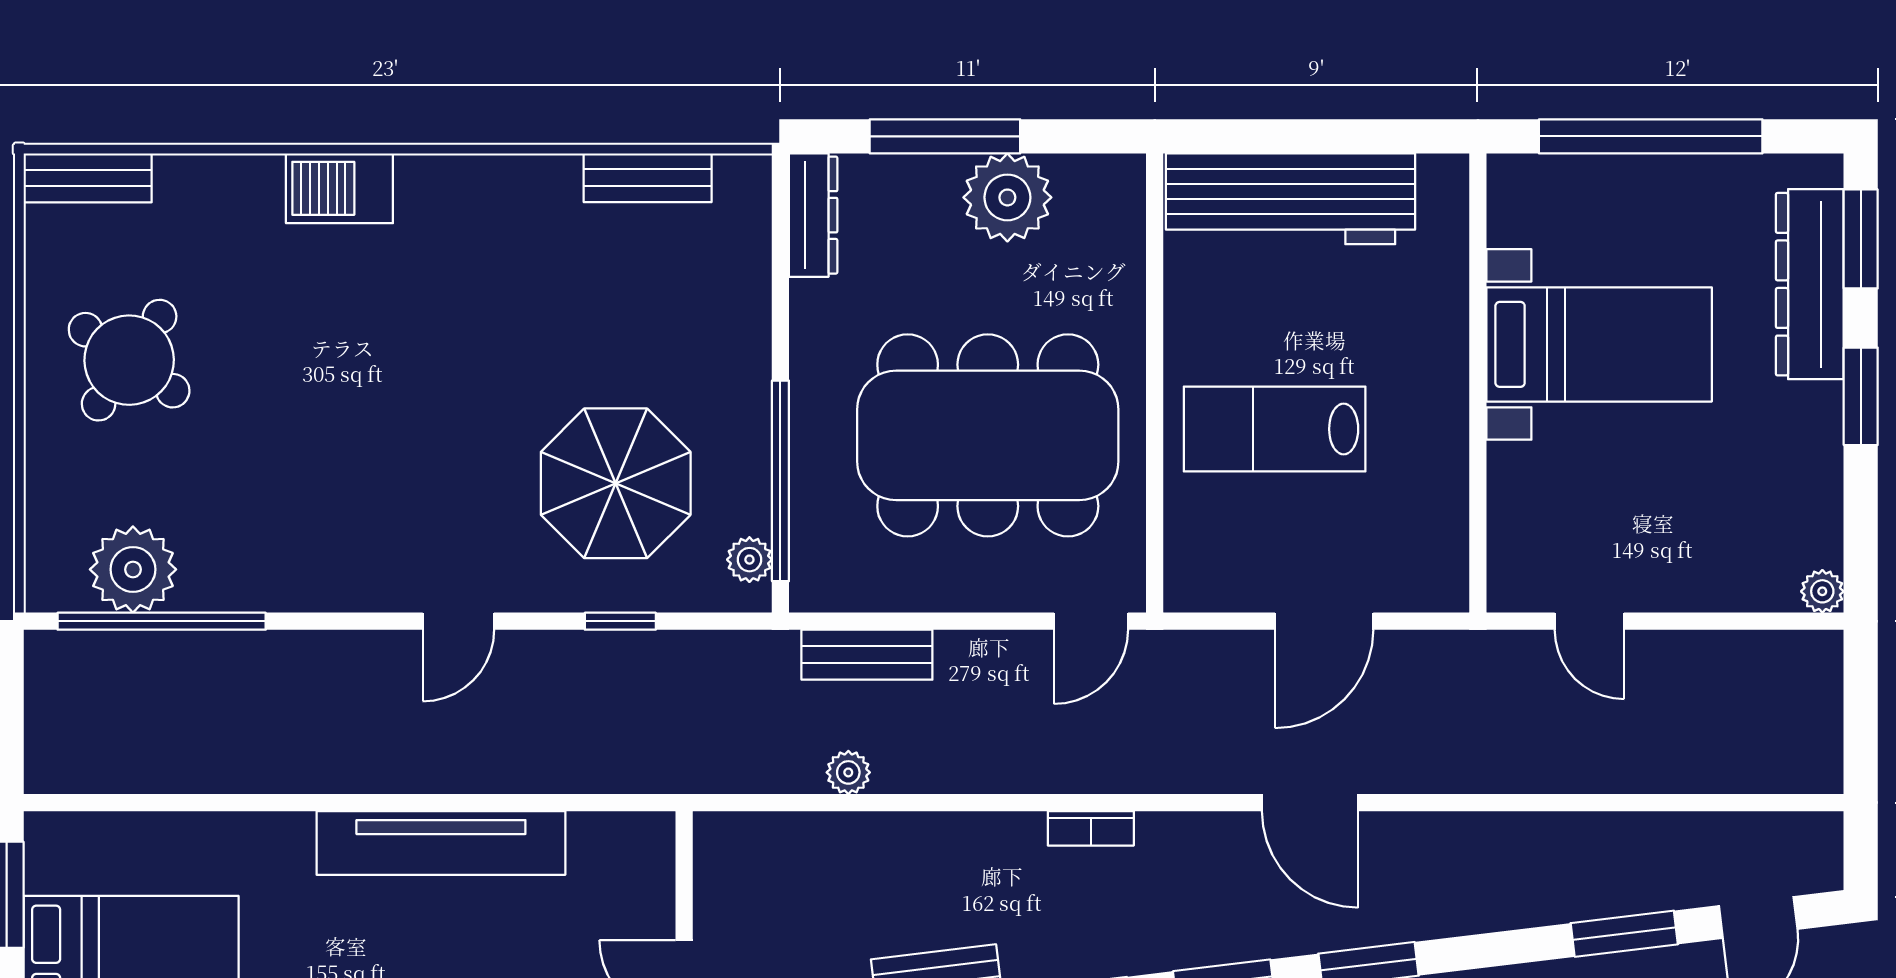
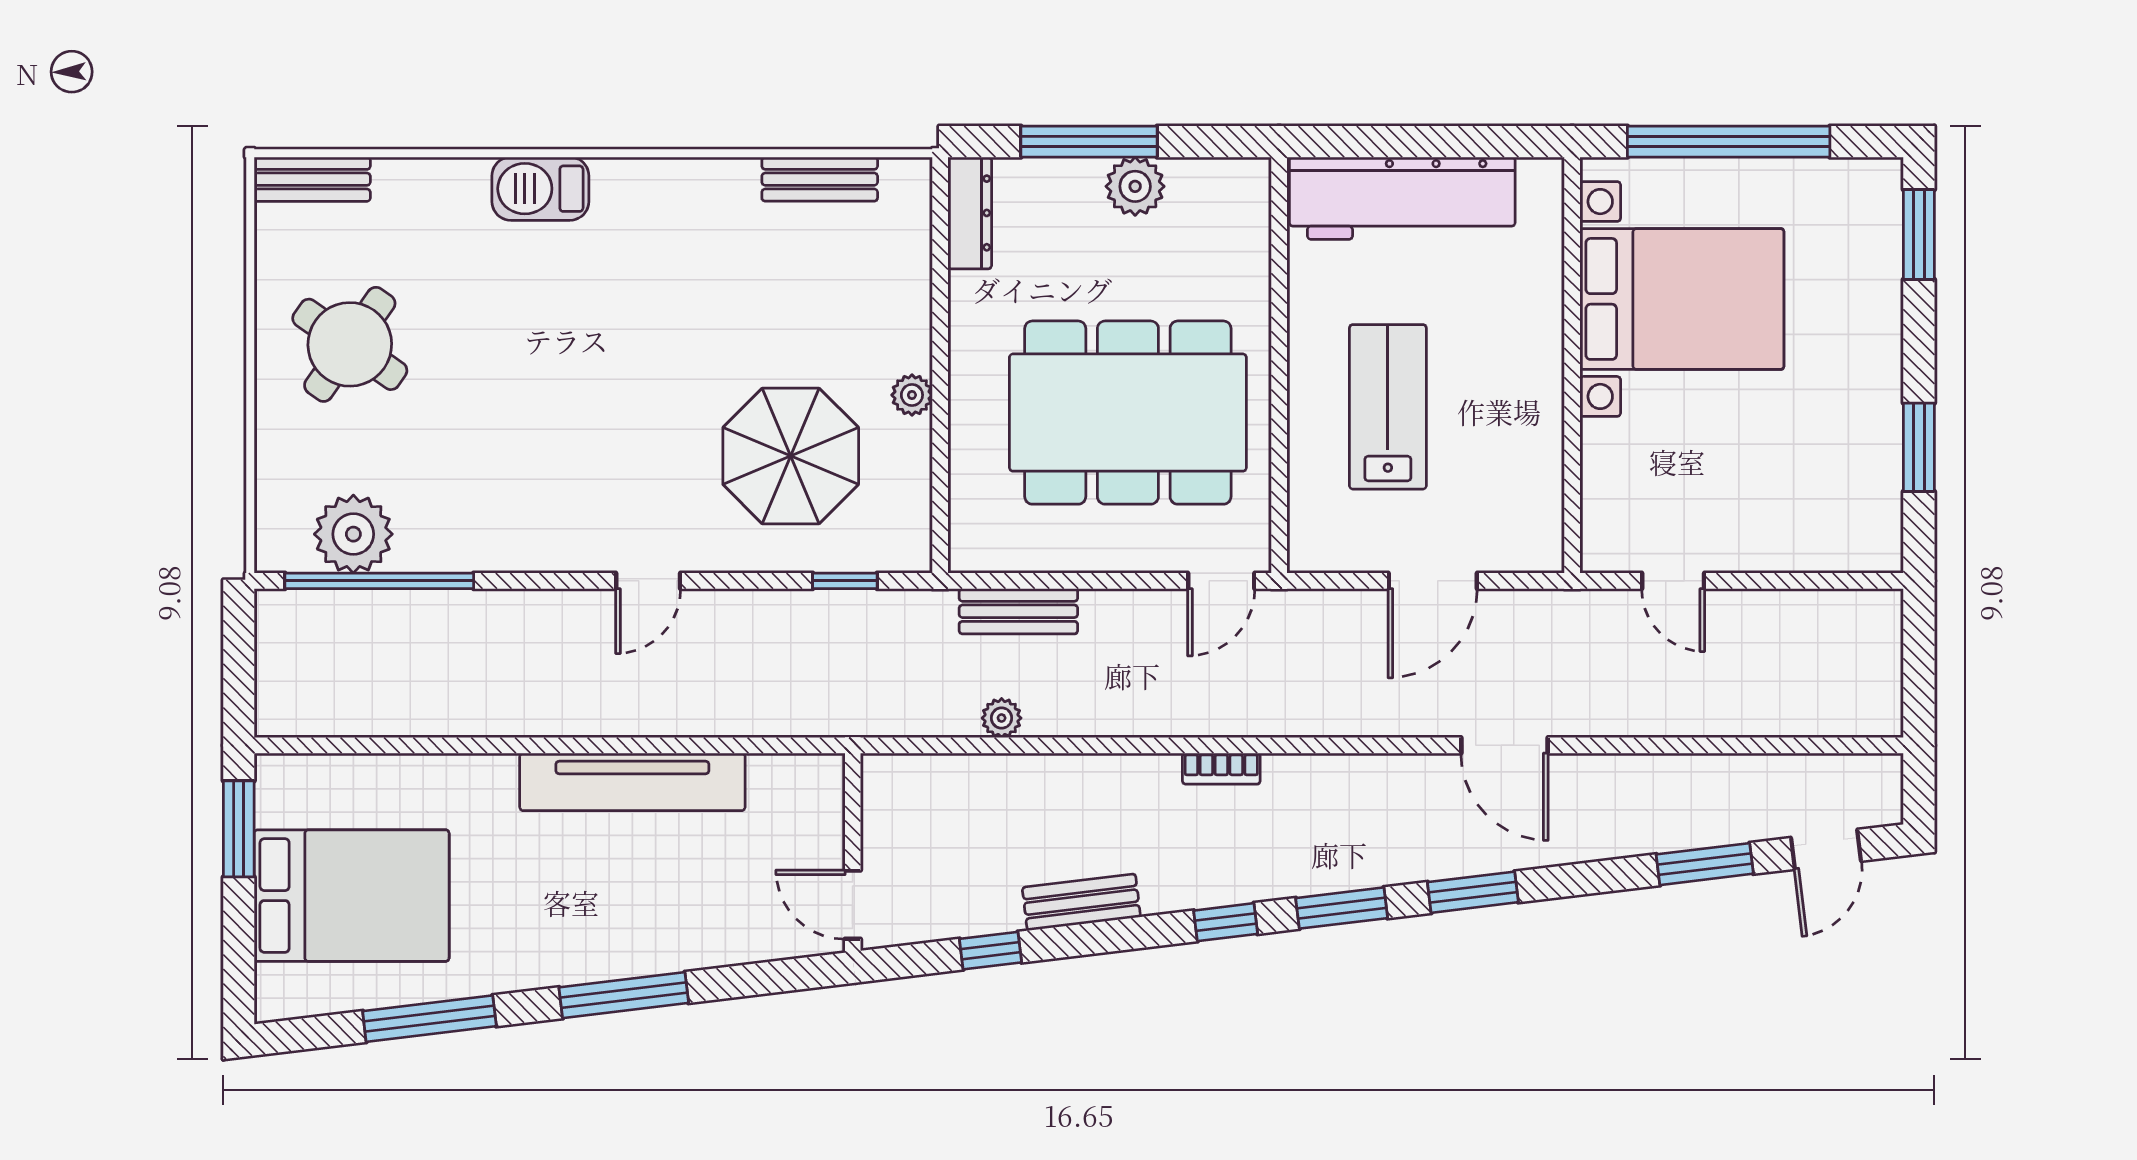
plant: (1007, 197) -> (1135, 186), width x0.73, depth x0.73
dresser: (1810, 284) -> (1873, 276), removed
bed with nightstands: (1599, 344) -> (1682, 299), width x1.36
window: (1861, 396) -> (1919, 447), moved
lab bench: (1275, 429) -> (1388, 407), turned 90
window: (780, 481) -> (940, 454), removed
plant: (749, 560) -> (912, 395), moved
plant: (1822, 591) -> (1884, 554), removed
window: (620, 621) -> (845, 581), moved
door: (1310, 803) -> (1504, 745), moved

